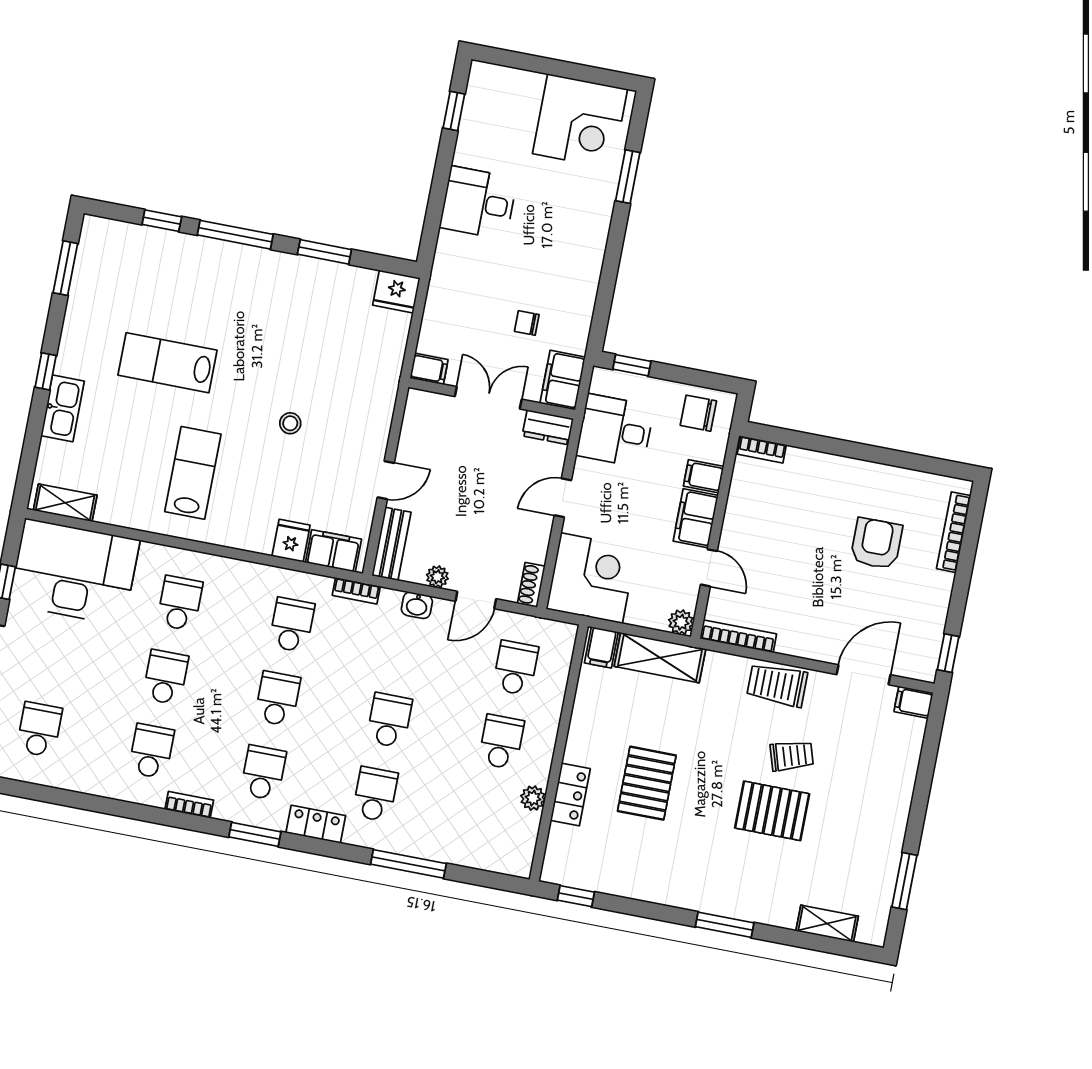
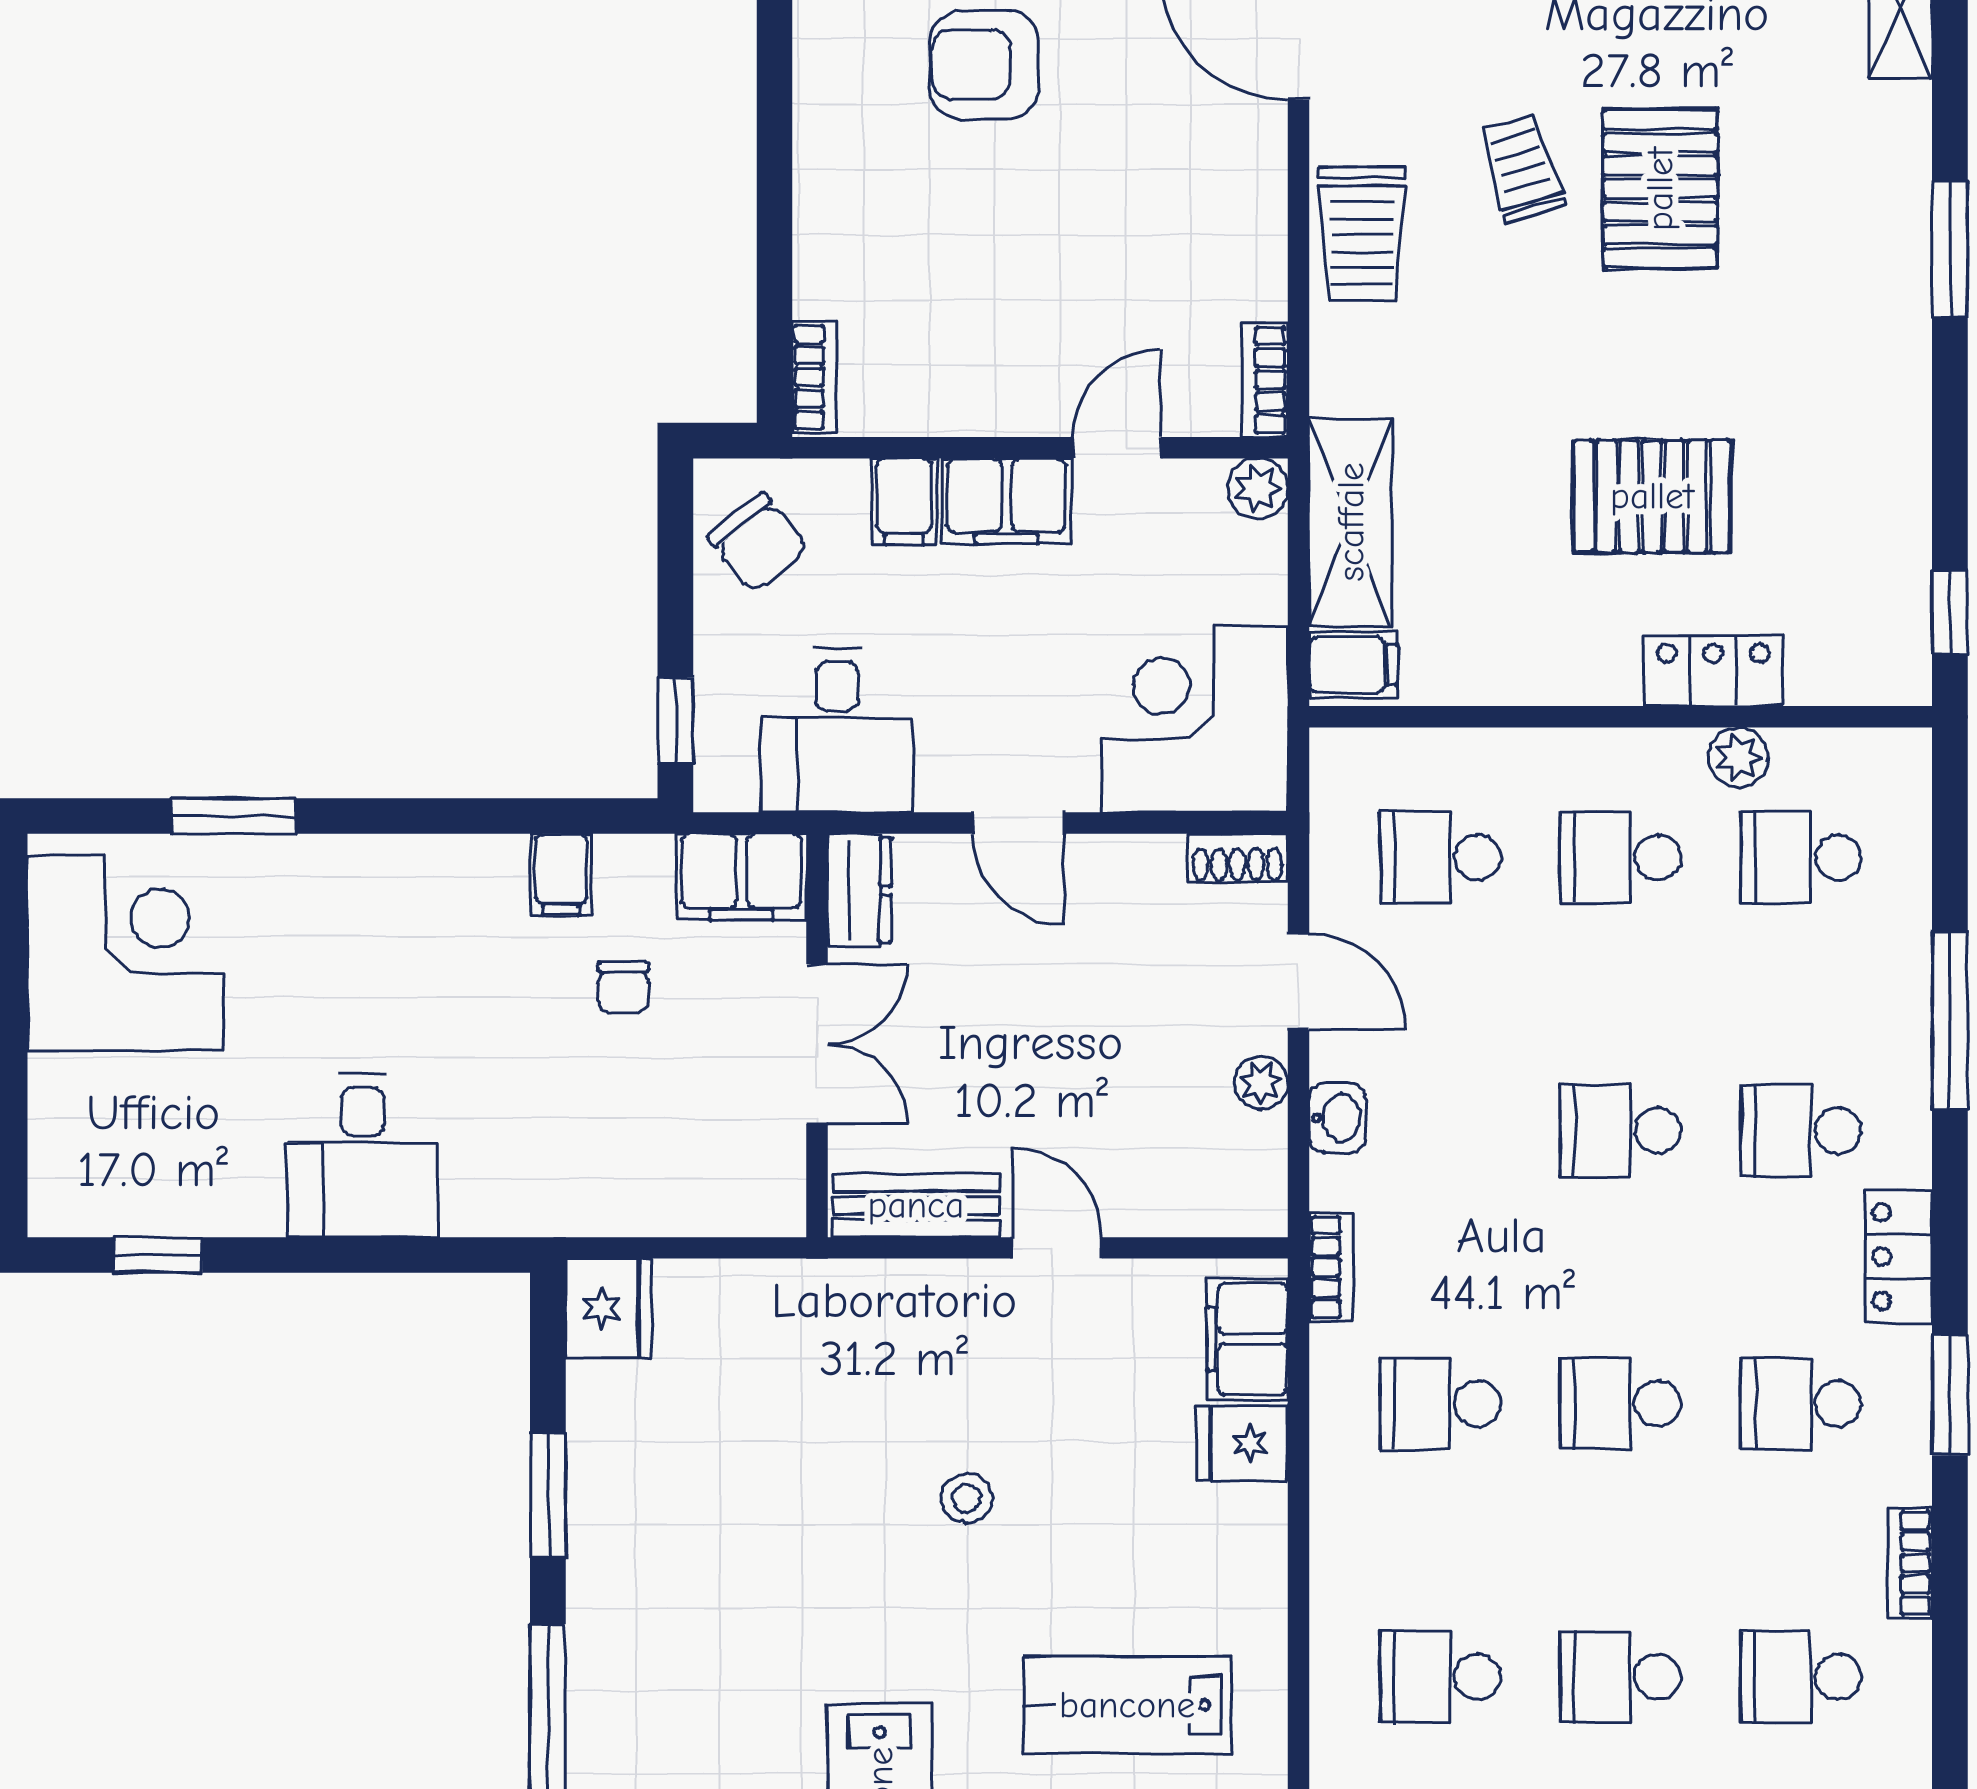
filing cabinet: (429, 369) -> (561, 874), moved, turned 180
double door: (488, 398) -> (817, 1044), swing flipped
chair: (698, 413) -> (758, 543), turned -39
bench: (391, 544) -> (916, 1205), moved
bookcase: (738, 636) -> (1265, 380), width x0.64
school desk: (487, 816) -> (1801, 857), added

